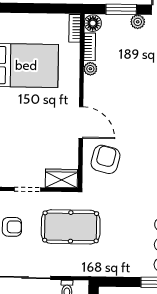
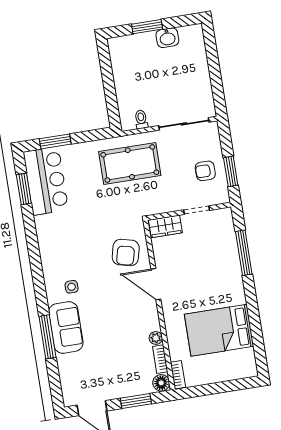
plant: (138, 22) -> (118, 392), removed
pool table: (71, 227) -> (130, 163), moved

